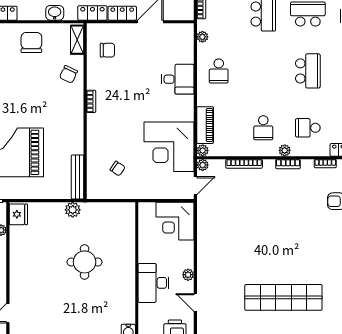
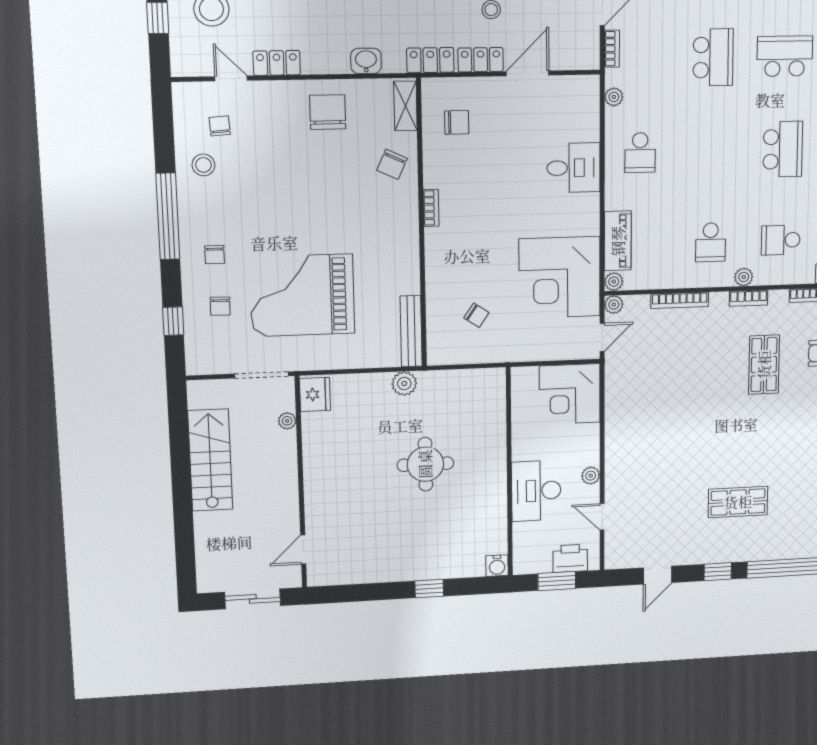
shop shelf: (299, 207) -> (764, 365), added
shop shelf: (283, 297) -> (738, 502), width x0.50, depth x0.74

